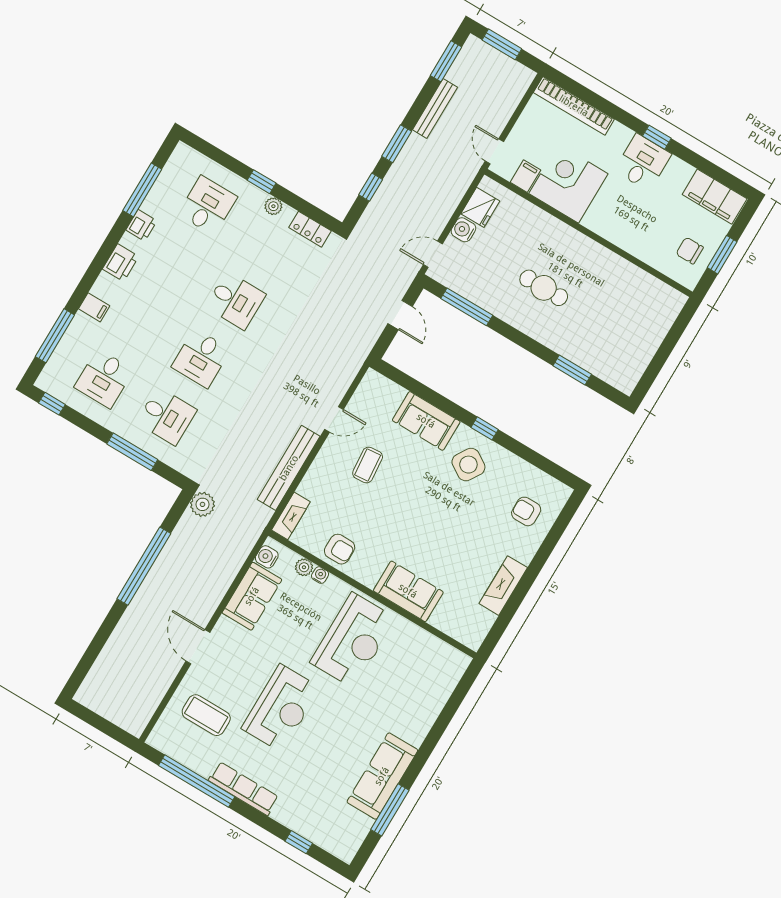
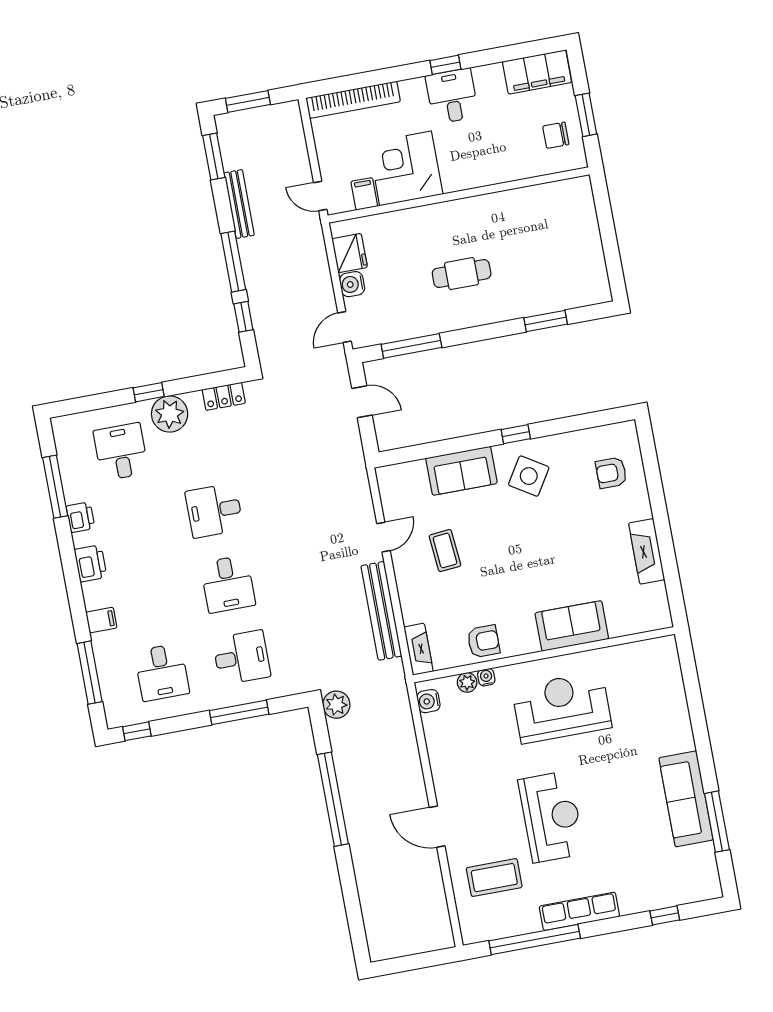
window: (397, 144) -> (233, 262), width x1.44
plant: (273, 206) -> (170, 414), width x1.88, depth x1.88
desk: (236, 301) -> (214, 510), turned 180
sofa: (252, 596) -> (445, 745), removed
reception desk: (353, 640) -> (562, 707), turned -90

